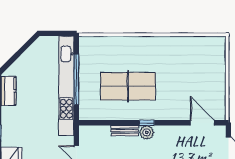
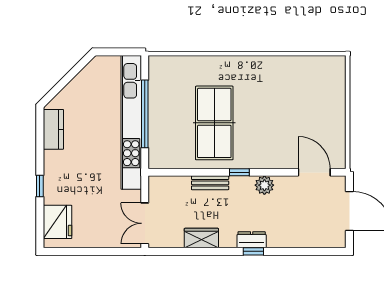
table tennis table: (128, 86) -> (214, 123), turned 90
plant: (147, 132) -> (264, 185), moved

